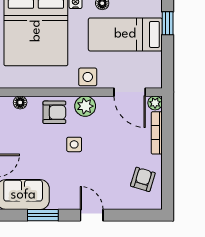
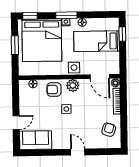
armchair: (54, 112) -> (54, 89), turned 180
window: (43, 215) -> (48, 152), removed

